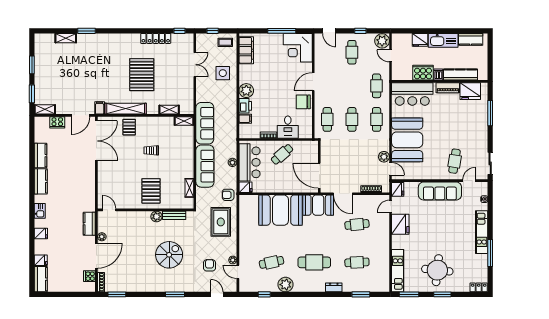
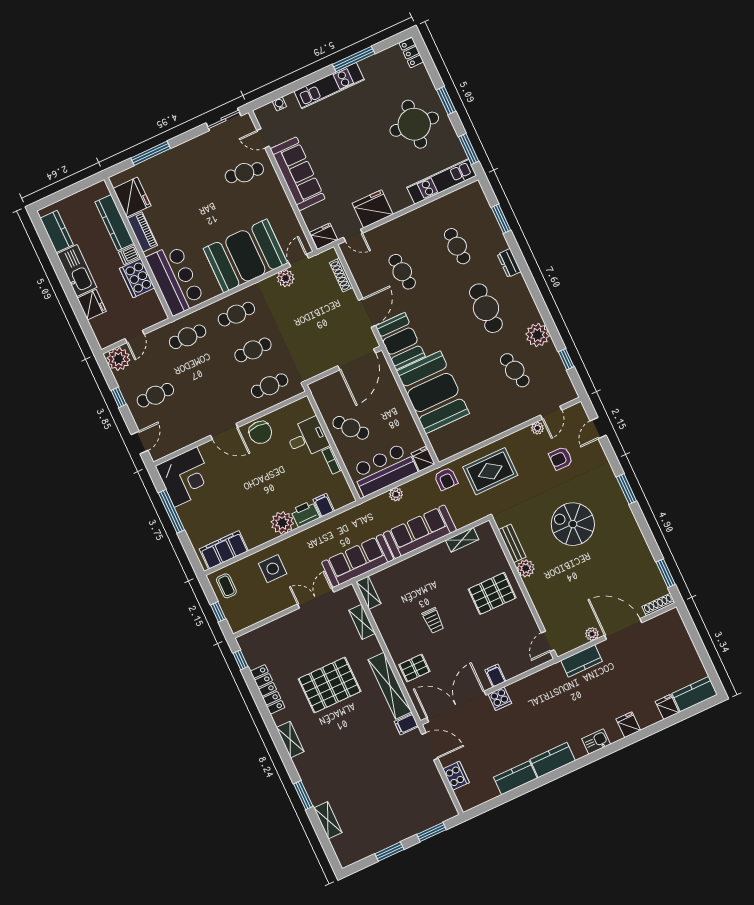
double door: (195, 65) -> (316, 598), moved
shelving: (45, 109) -> (290, 740), moved
filing cabinet: (104, 171) -> (495, 676), added
cooker: (89, 276) -> (500, 699), moved

